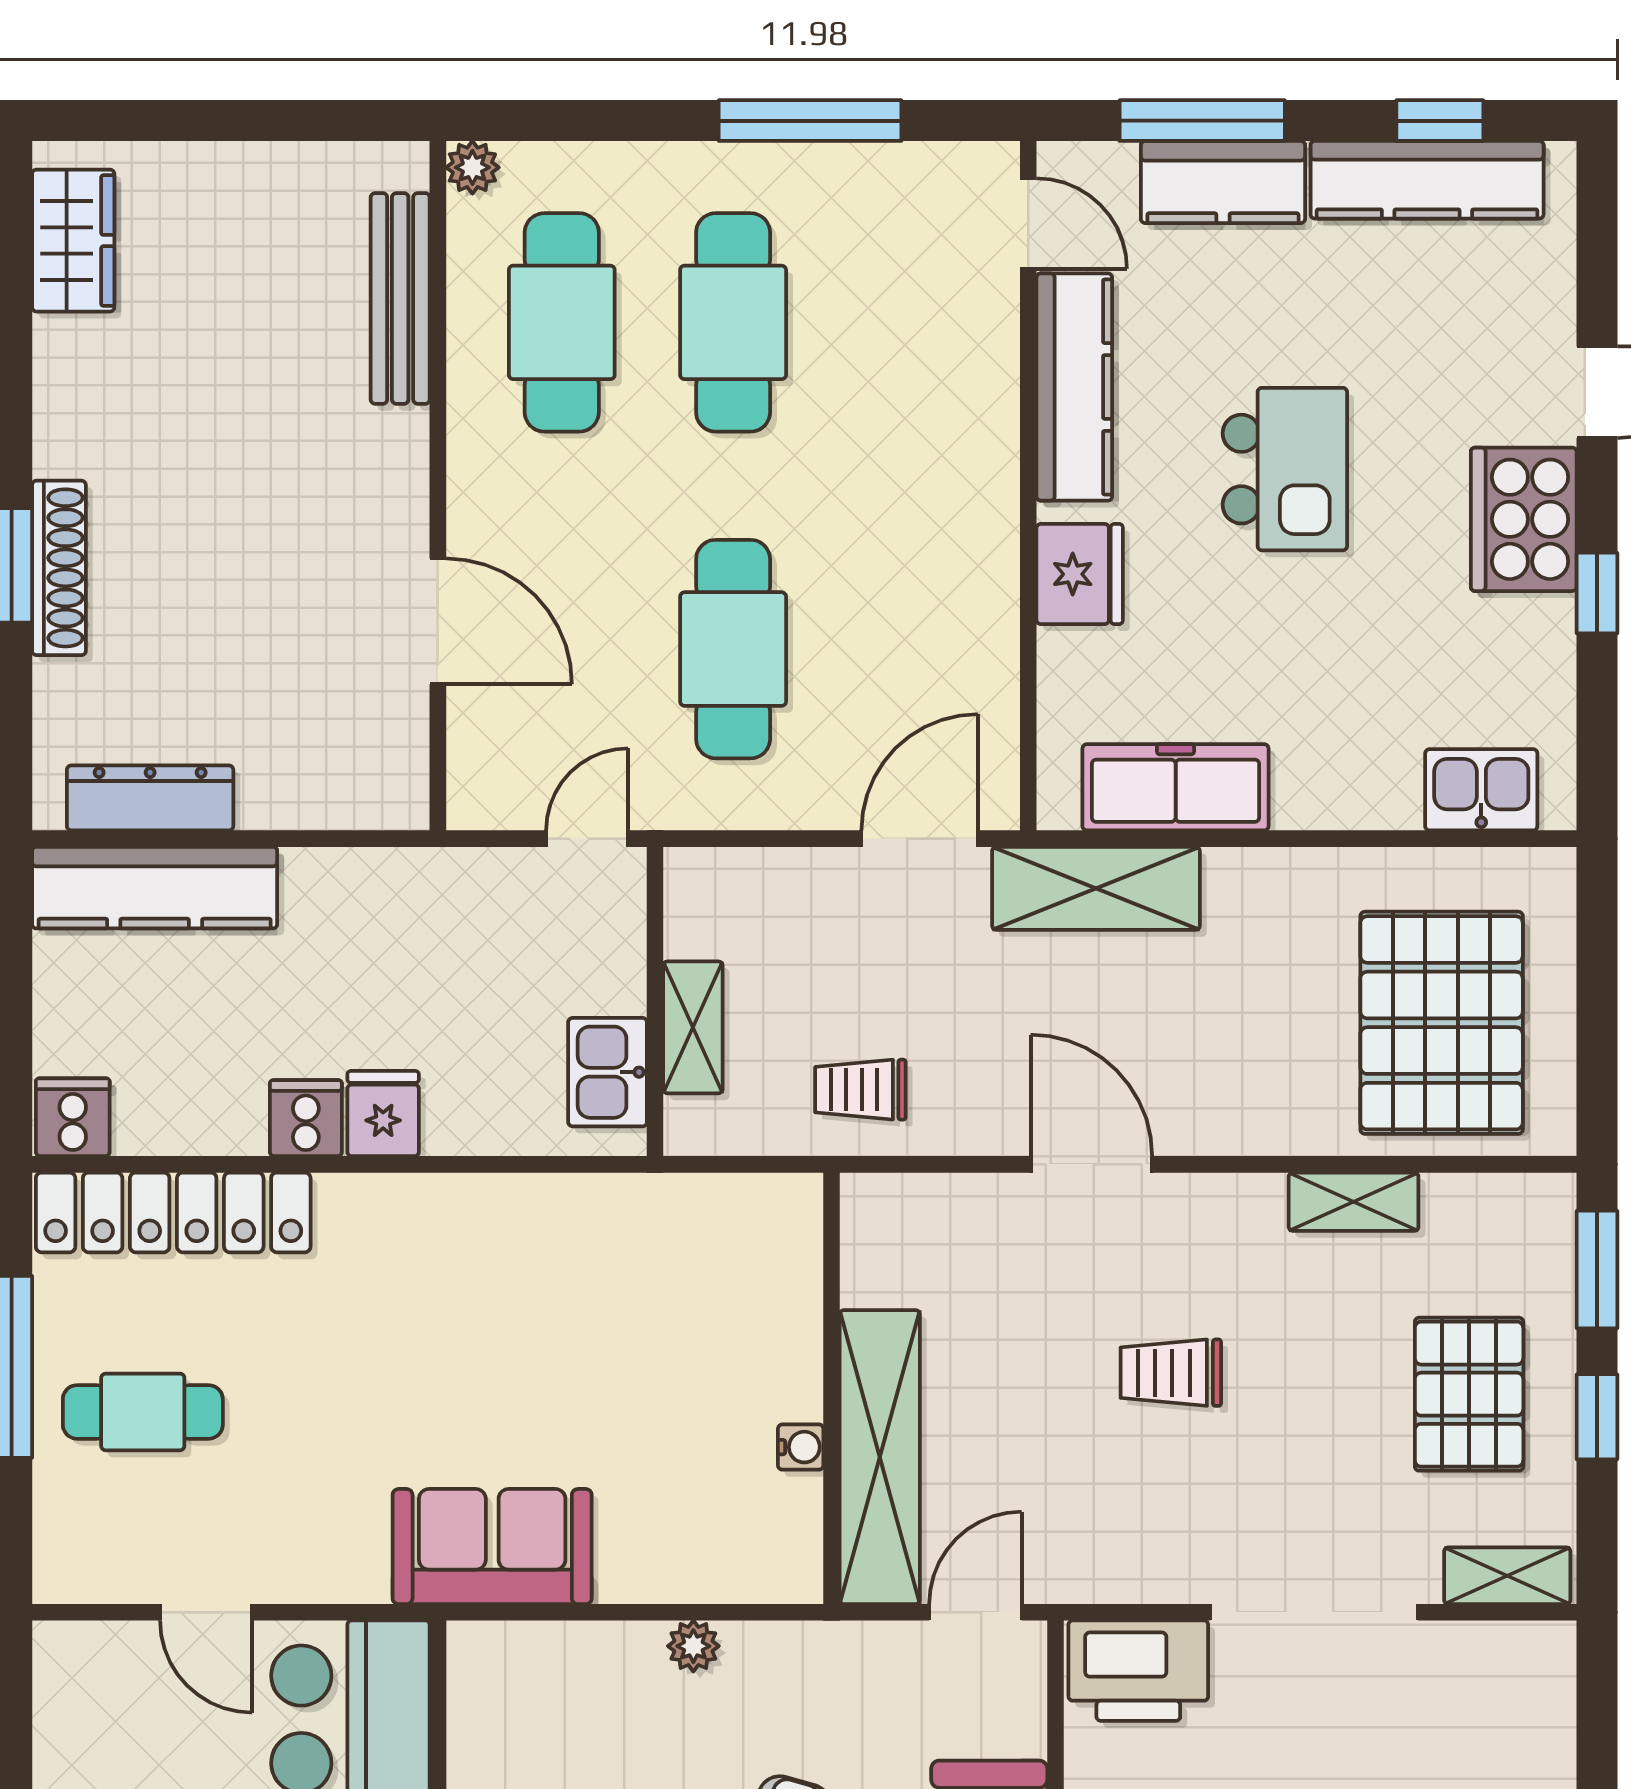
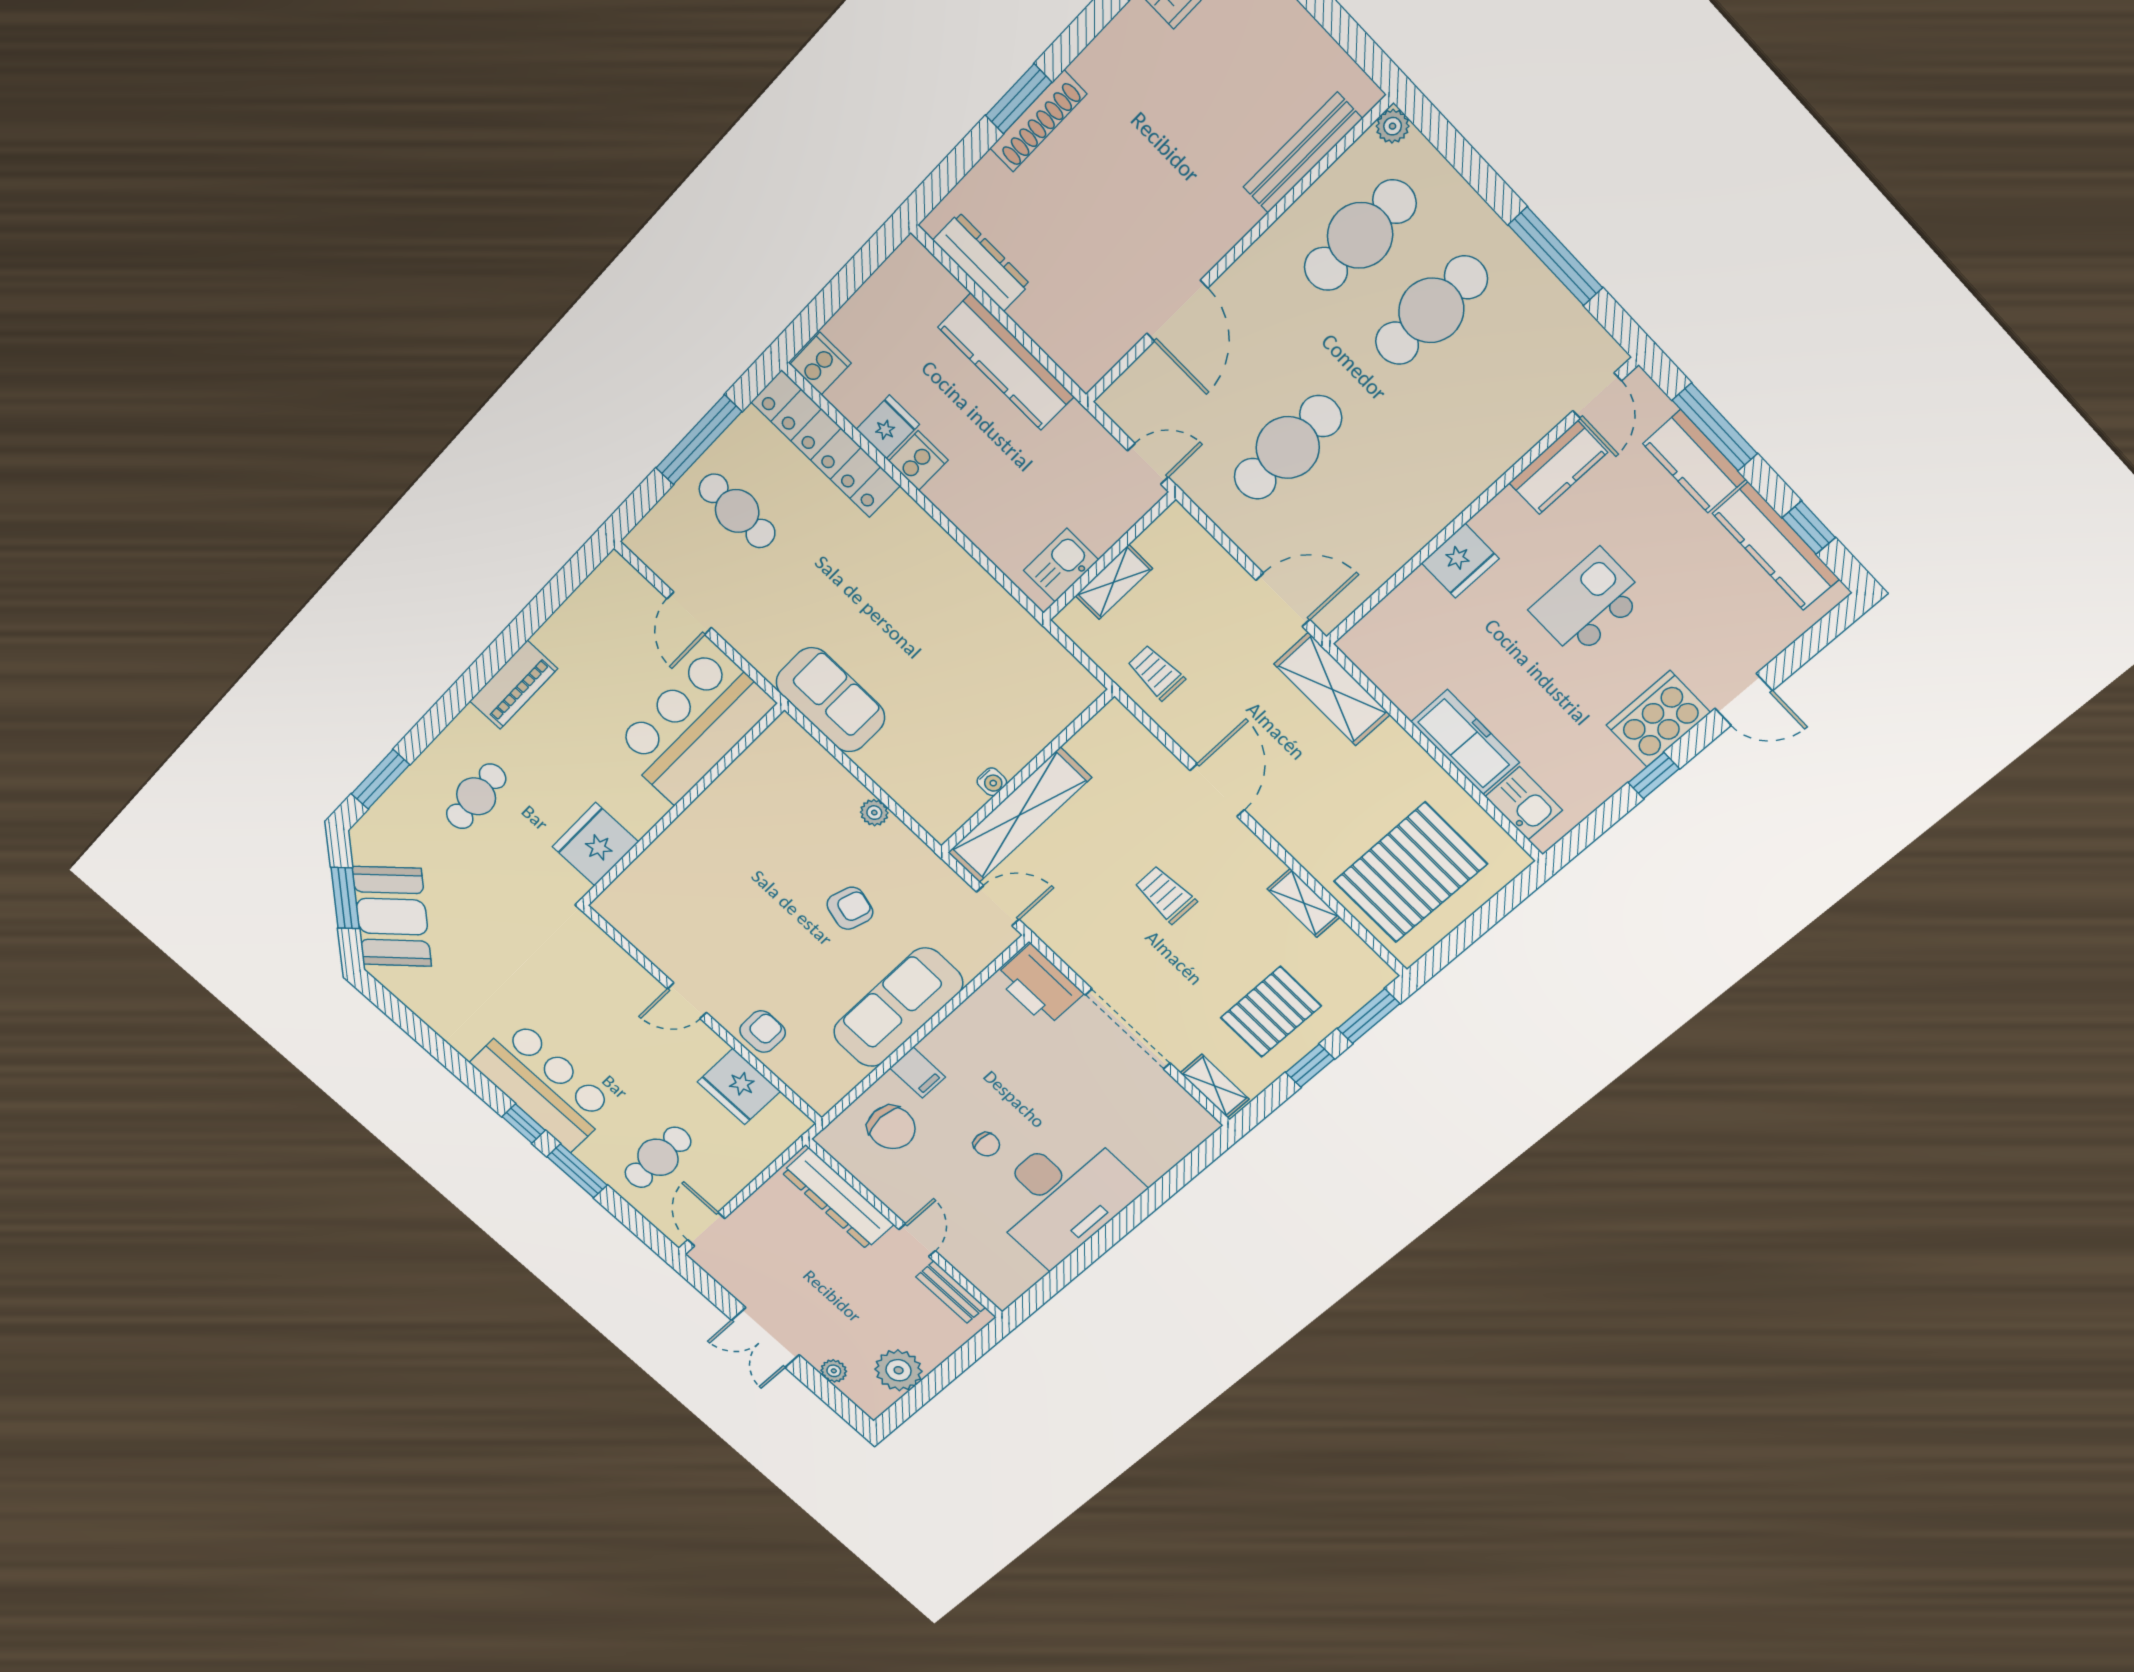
kitchen counter: (1074, 387) -> (1558, 468), width x0.67
kitchen island: (1285, 469) -> (1588, 603), turned 180
freezer: (1176, 787) -> (1465, 742), moved
kitchen counter: (155, 888) -> (1006, 362), moved
fridge: (383, 1114) -> (888, 427), moved

